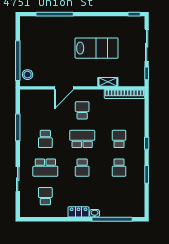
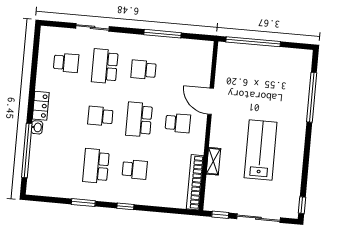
lab bench: (97, 48) -> (261, 150), turned 180
stool: (28, 75) -> (233, 53), removed
school desk: (82, 139) -> (139, 120), turned 180
school desk: (119, 168) -> (96, 166), width x1.85

